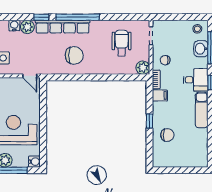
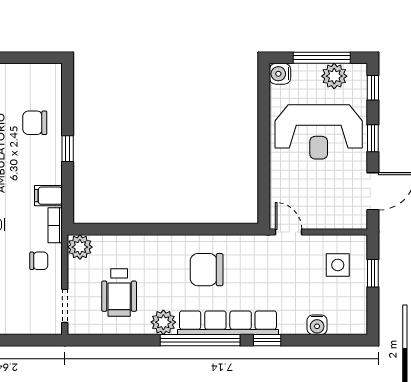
plant: (27, 27) -> (163, 322), moved

